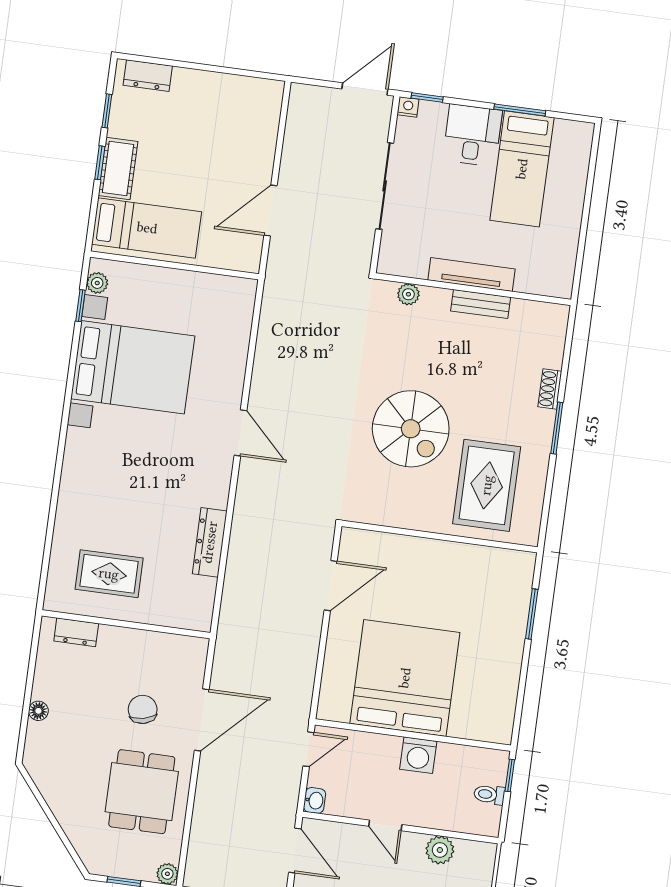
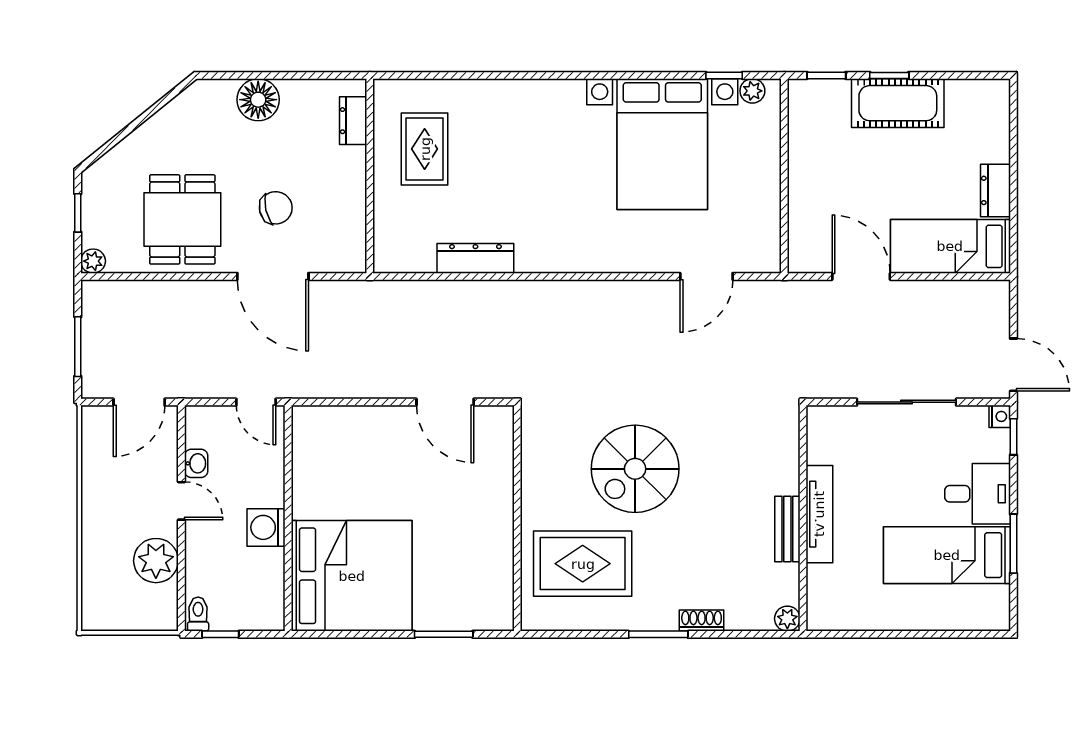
dresser: (148, 76) -> (995, 190), moved
window: (107, 111) -> (826, 75), moved
cot: (118, 169) -> (898, 103), width x1.37, depth x1.34
bed: (147, 228) -> (950, 246), moved, turned 90
plant: (408, 294) -> (787, 619), moved
door: (241, 433) -> (706, 276), moved
bed: (405, 678) -> (352, 576), moved
floor lamp: (38, 711) -> (258, 100), width x1.89, depth x1.89
window: (510, 775) -> (220, 634), moved
dining table: (142, 792) -> (182, 219), turned 90
toilet: (489, 795) -> (198, 614), moved
washbasin: (315, 800) -> (196, 463), moved, turned -90
door: (385, 825) -> (181, 501), swing flipped
plant: (440, 850) -> (156, 561), width x1.36, depth x1.36

